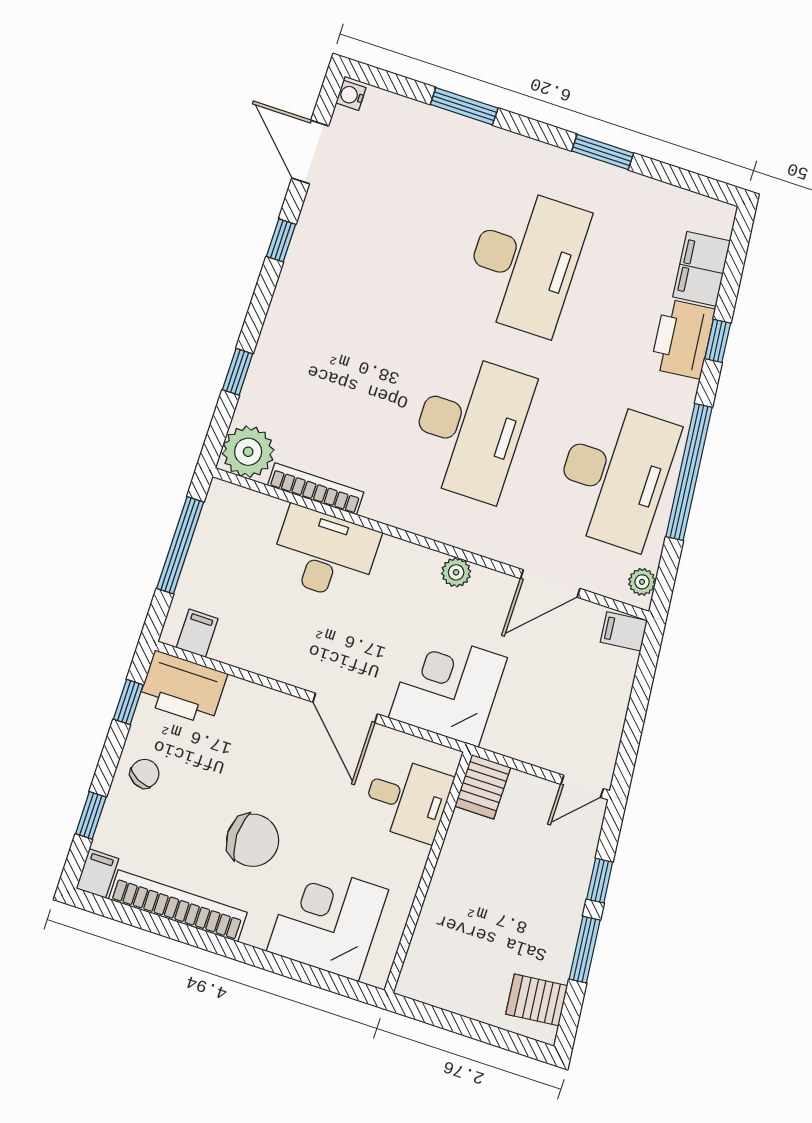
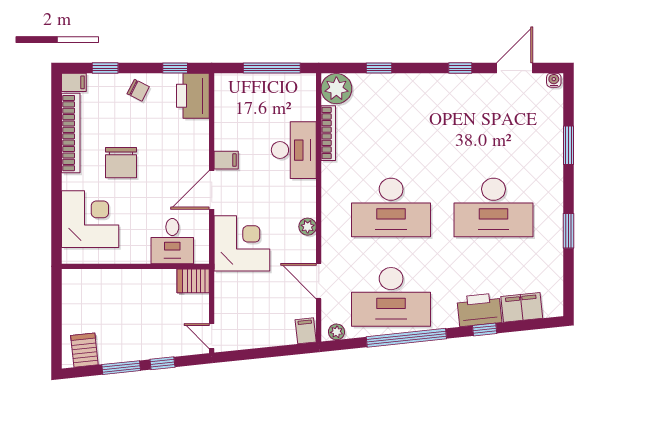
filing cabinet: (197, 633) -> (226, 160), moved

